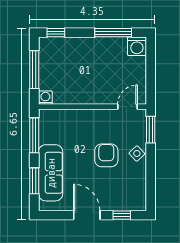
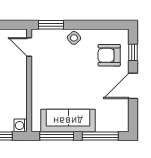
armchair: (106, 155) -> (109, 55), moved
sofa: (51, 173) -> (68, 121), moved
window: (34, 181) -> (100, 136), width x1.44

